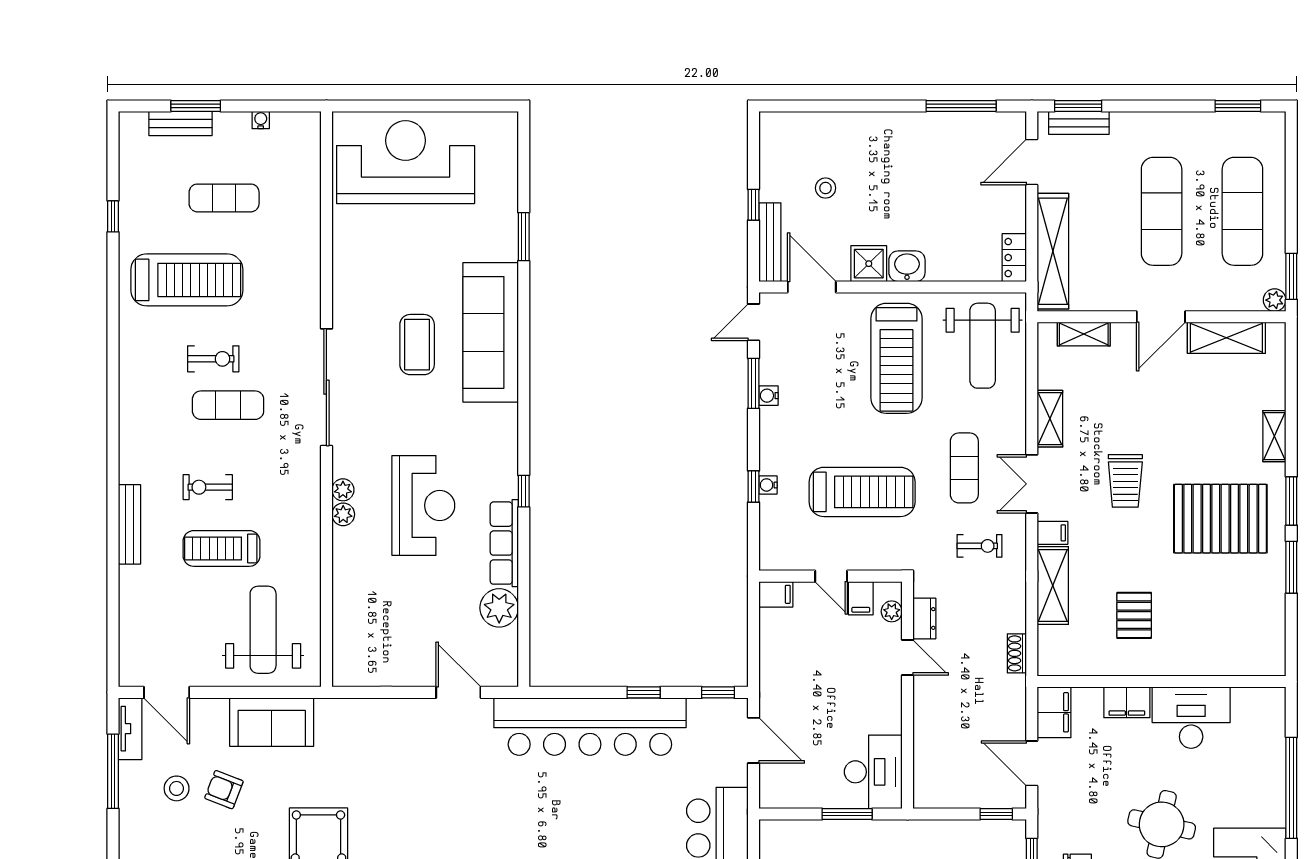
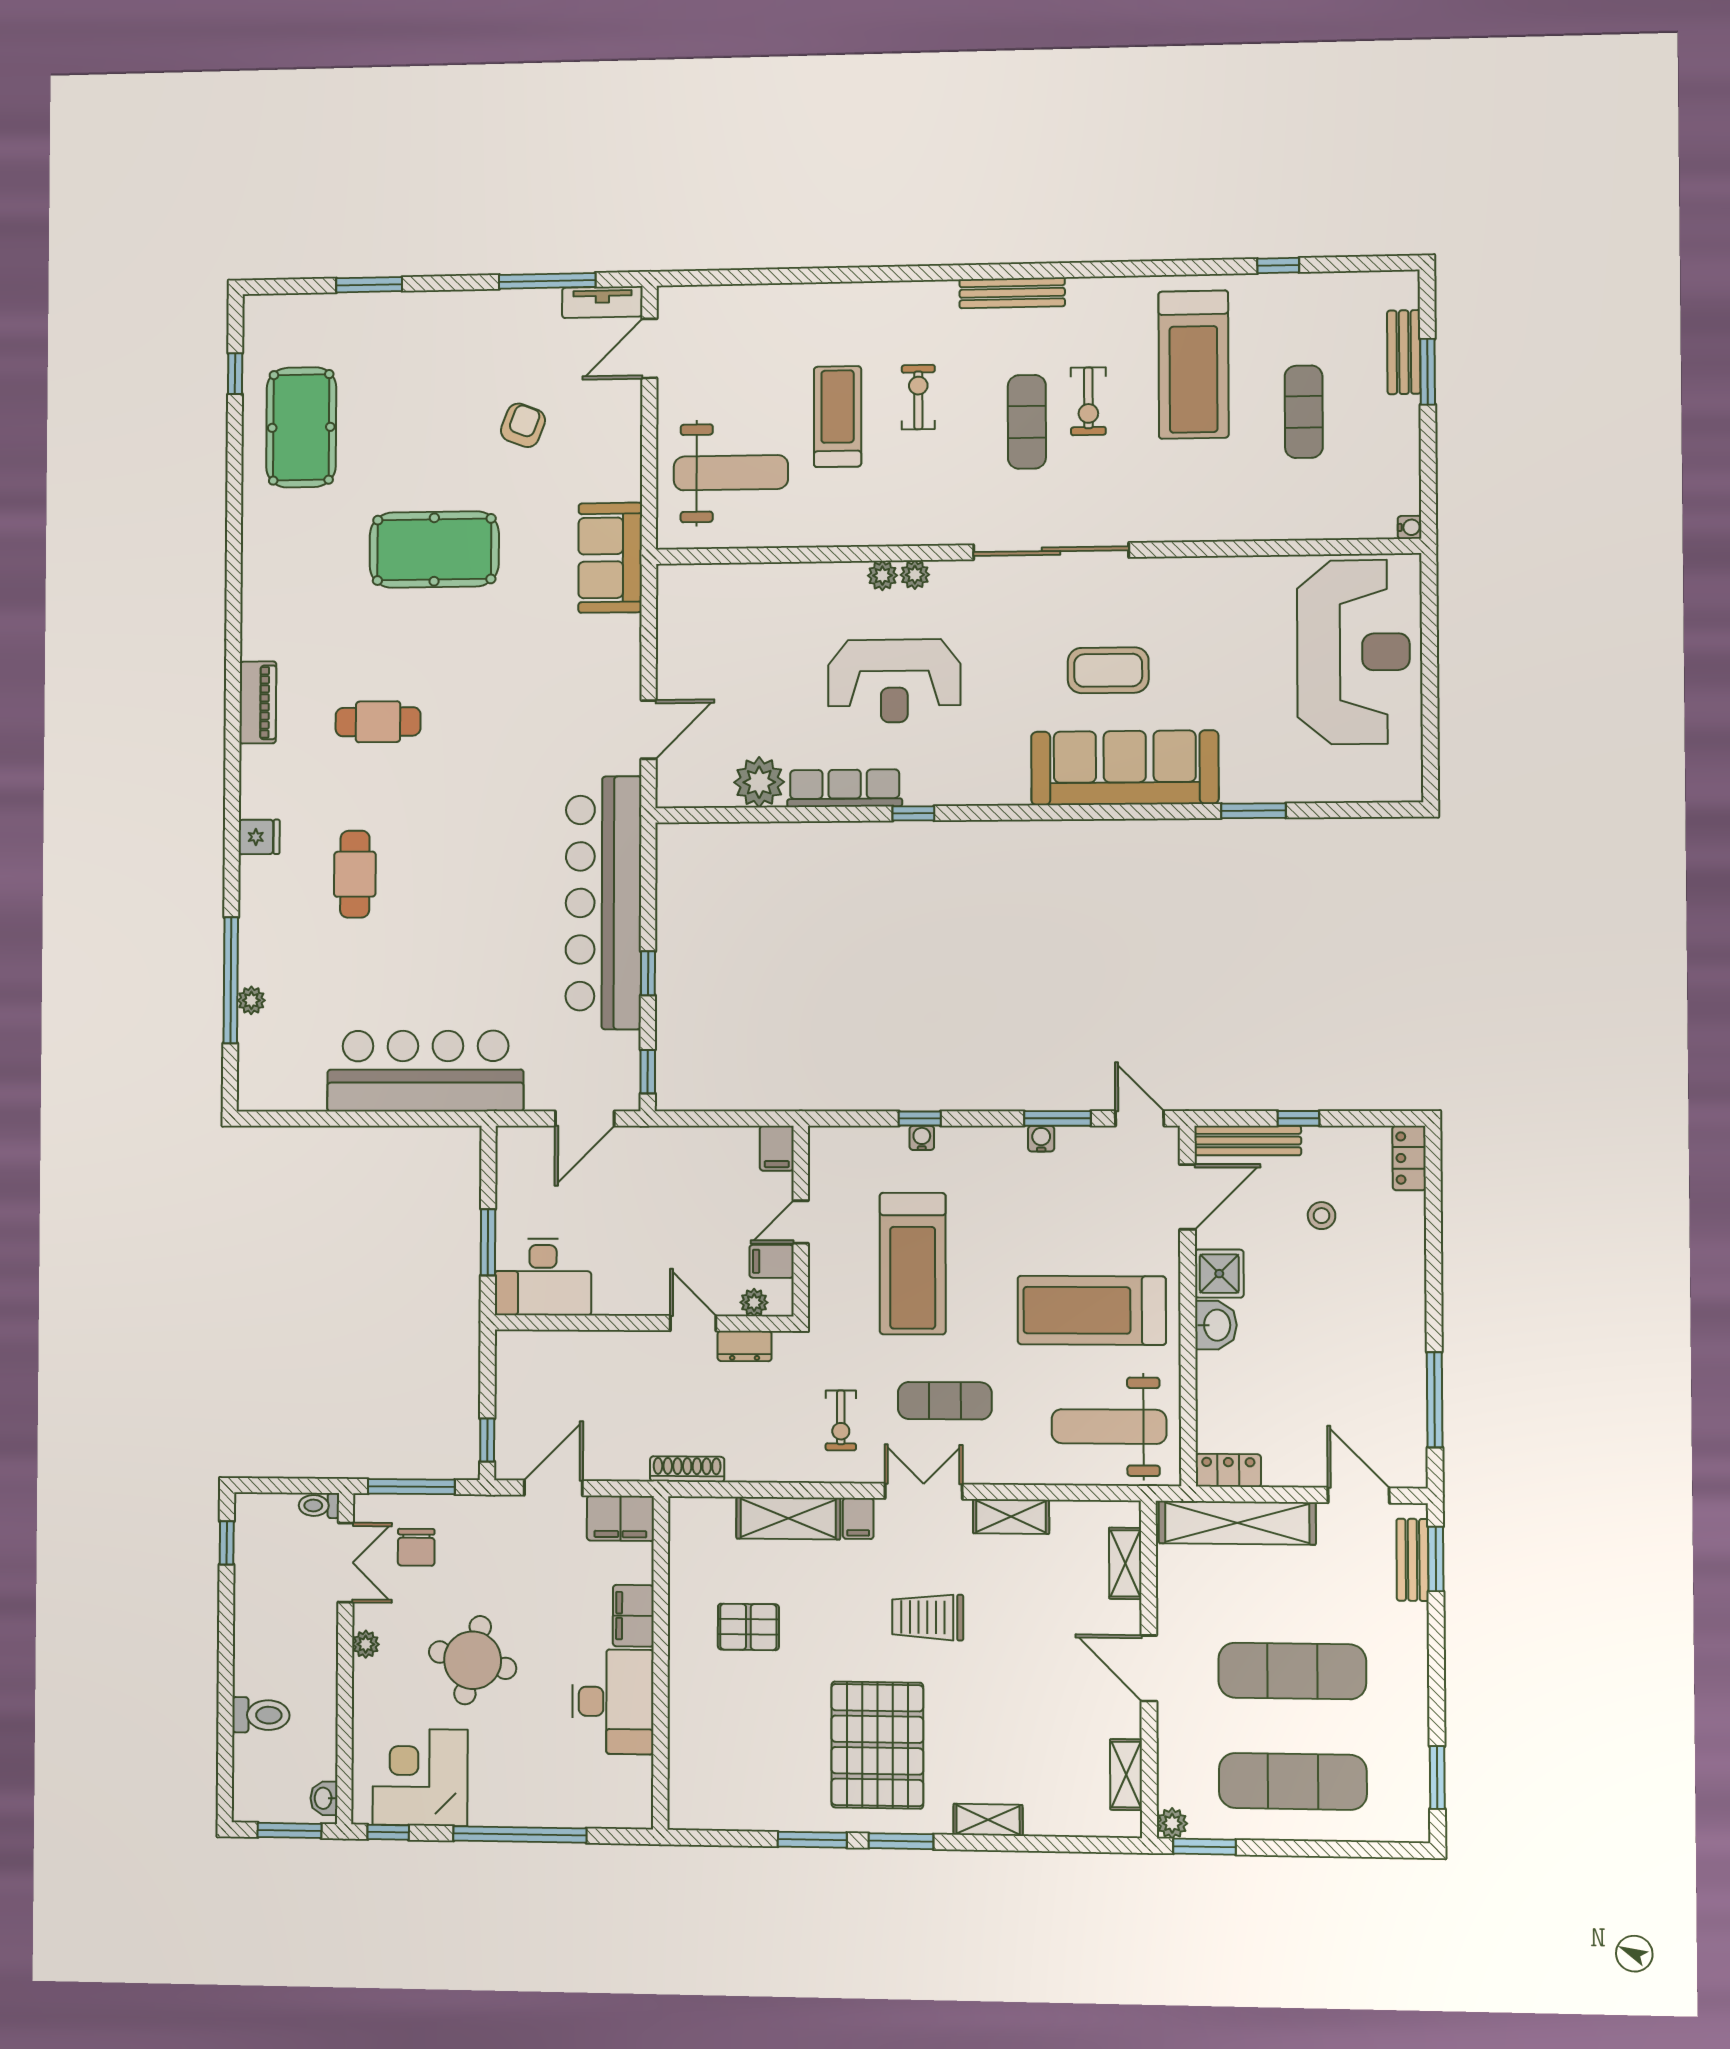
water cooler: (261, 120) -> (1410, 527), moved
locker: (783, 123) -> (1409, 1158), added
shelving: (1226, 338) -> (1126, 1775), width x0.67, depth x0.75
bench: (129, 524) -> (1012, 293), moved
shoe rack: (1017, 653) -> (687, 1469), width x1.43
door: (907, 657) -> (693, 1323), swing flipped
sofa: (272, 722) -> (610, 558), moved
stool: (177, 788) -> (525, 364), removed

